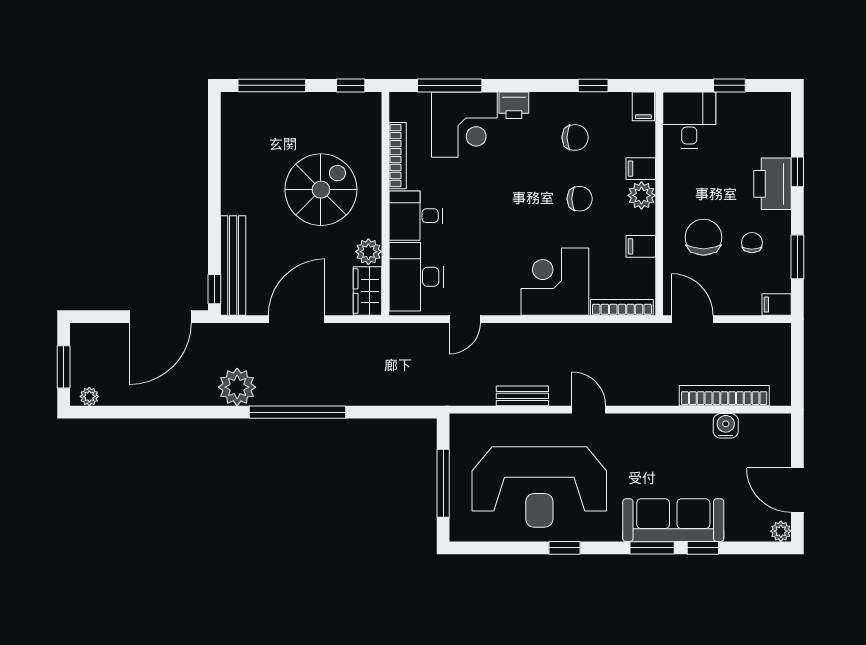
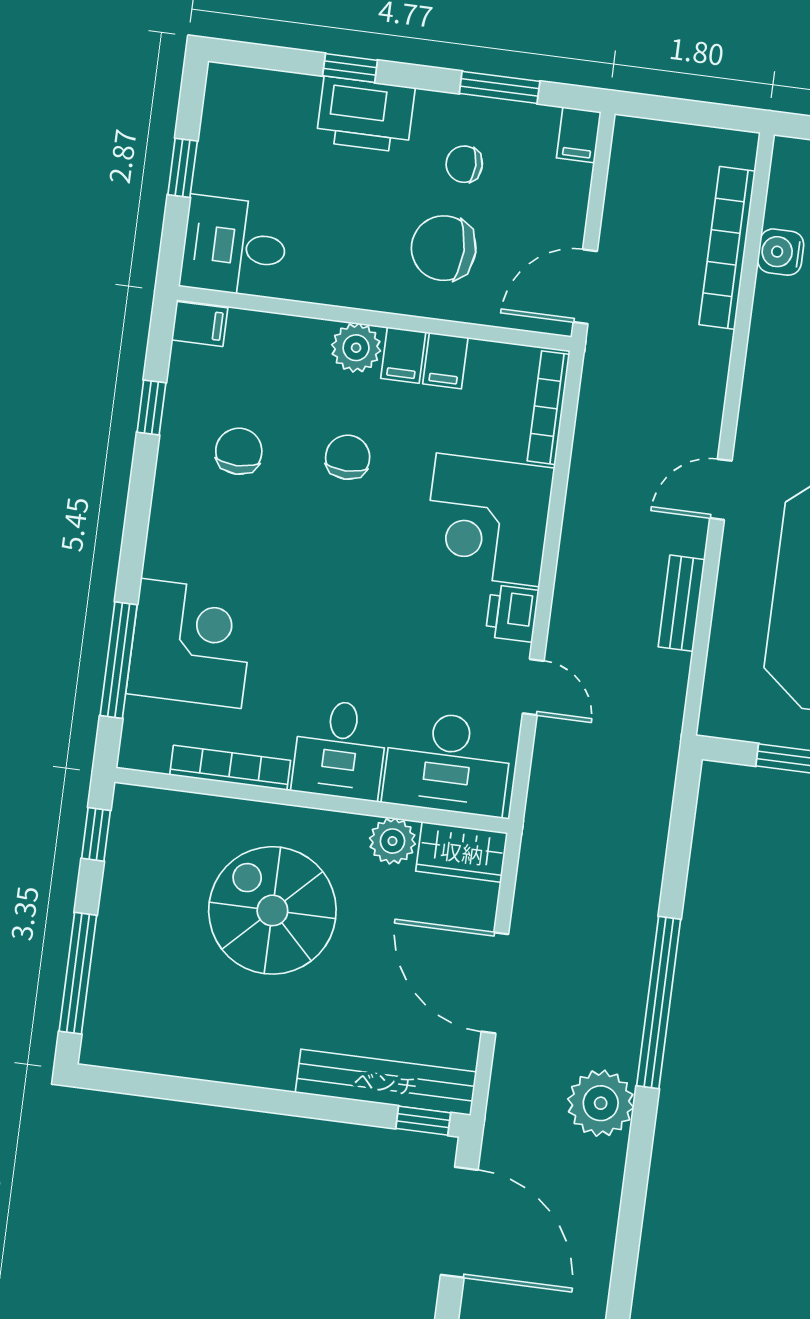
printer: (514, 105) -> (512, 613), moved, turned 180
filing cabinet: (641, 169) -> (403, 355), moved

